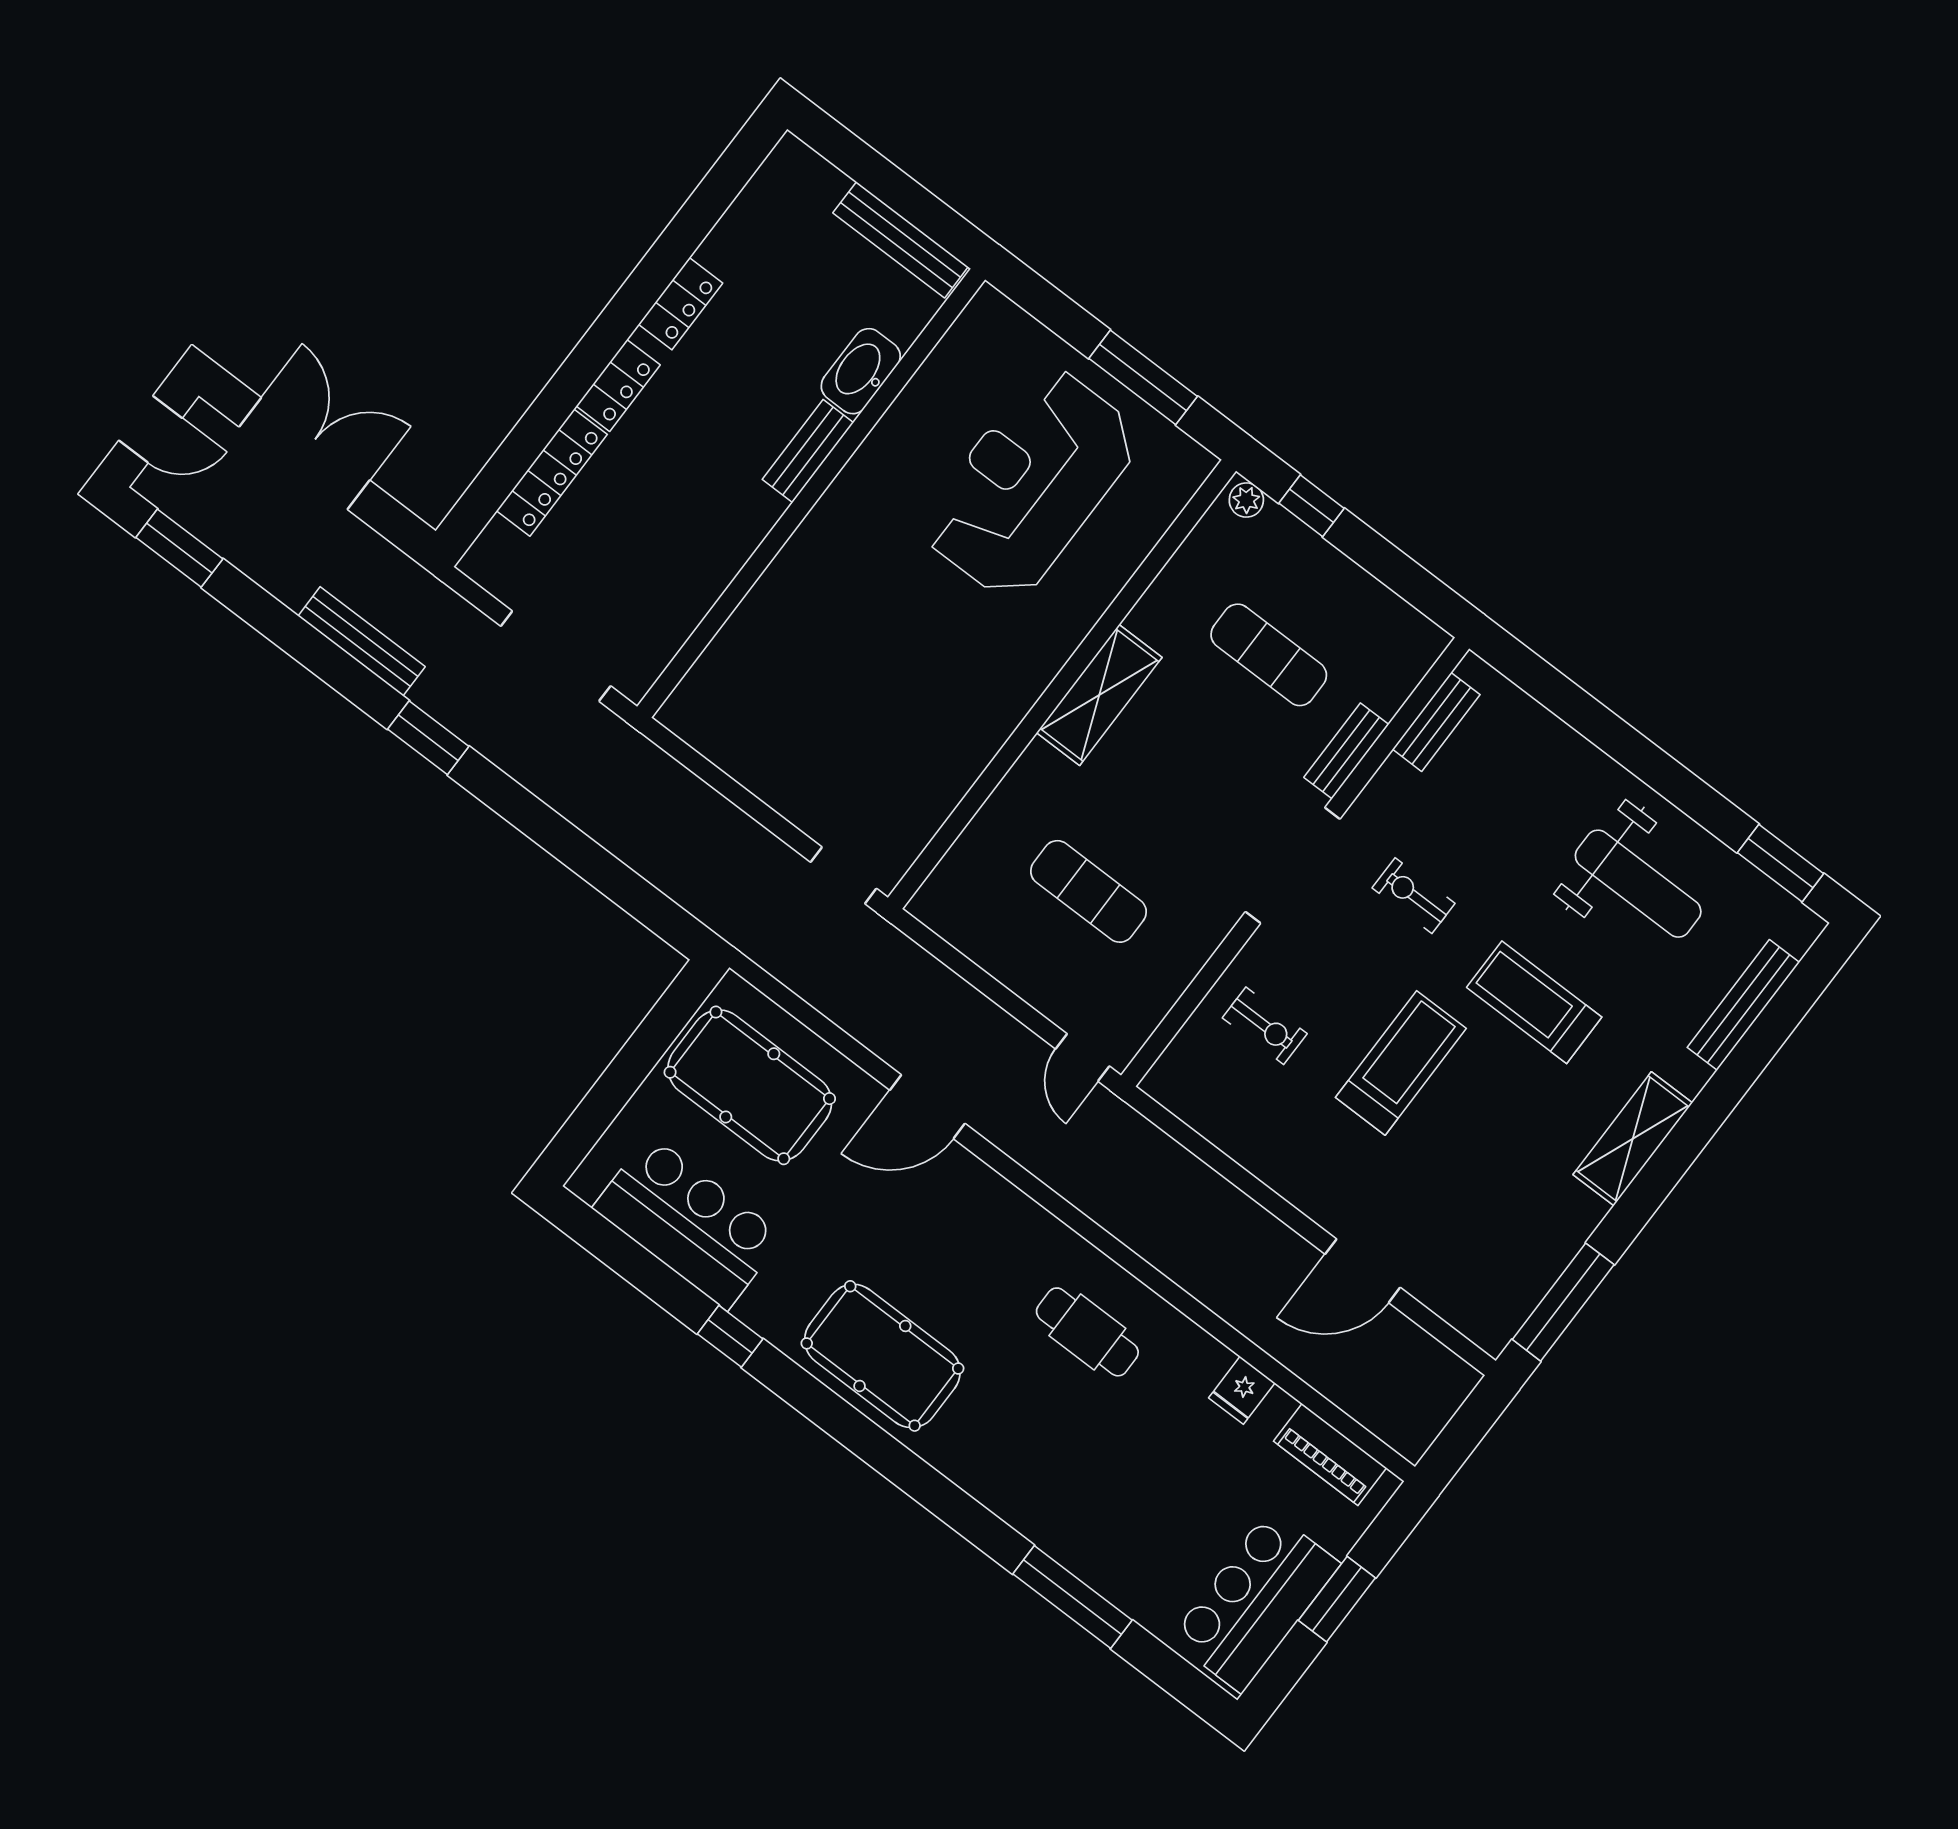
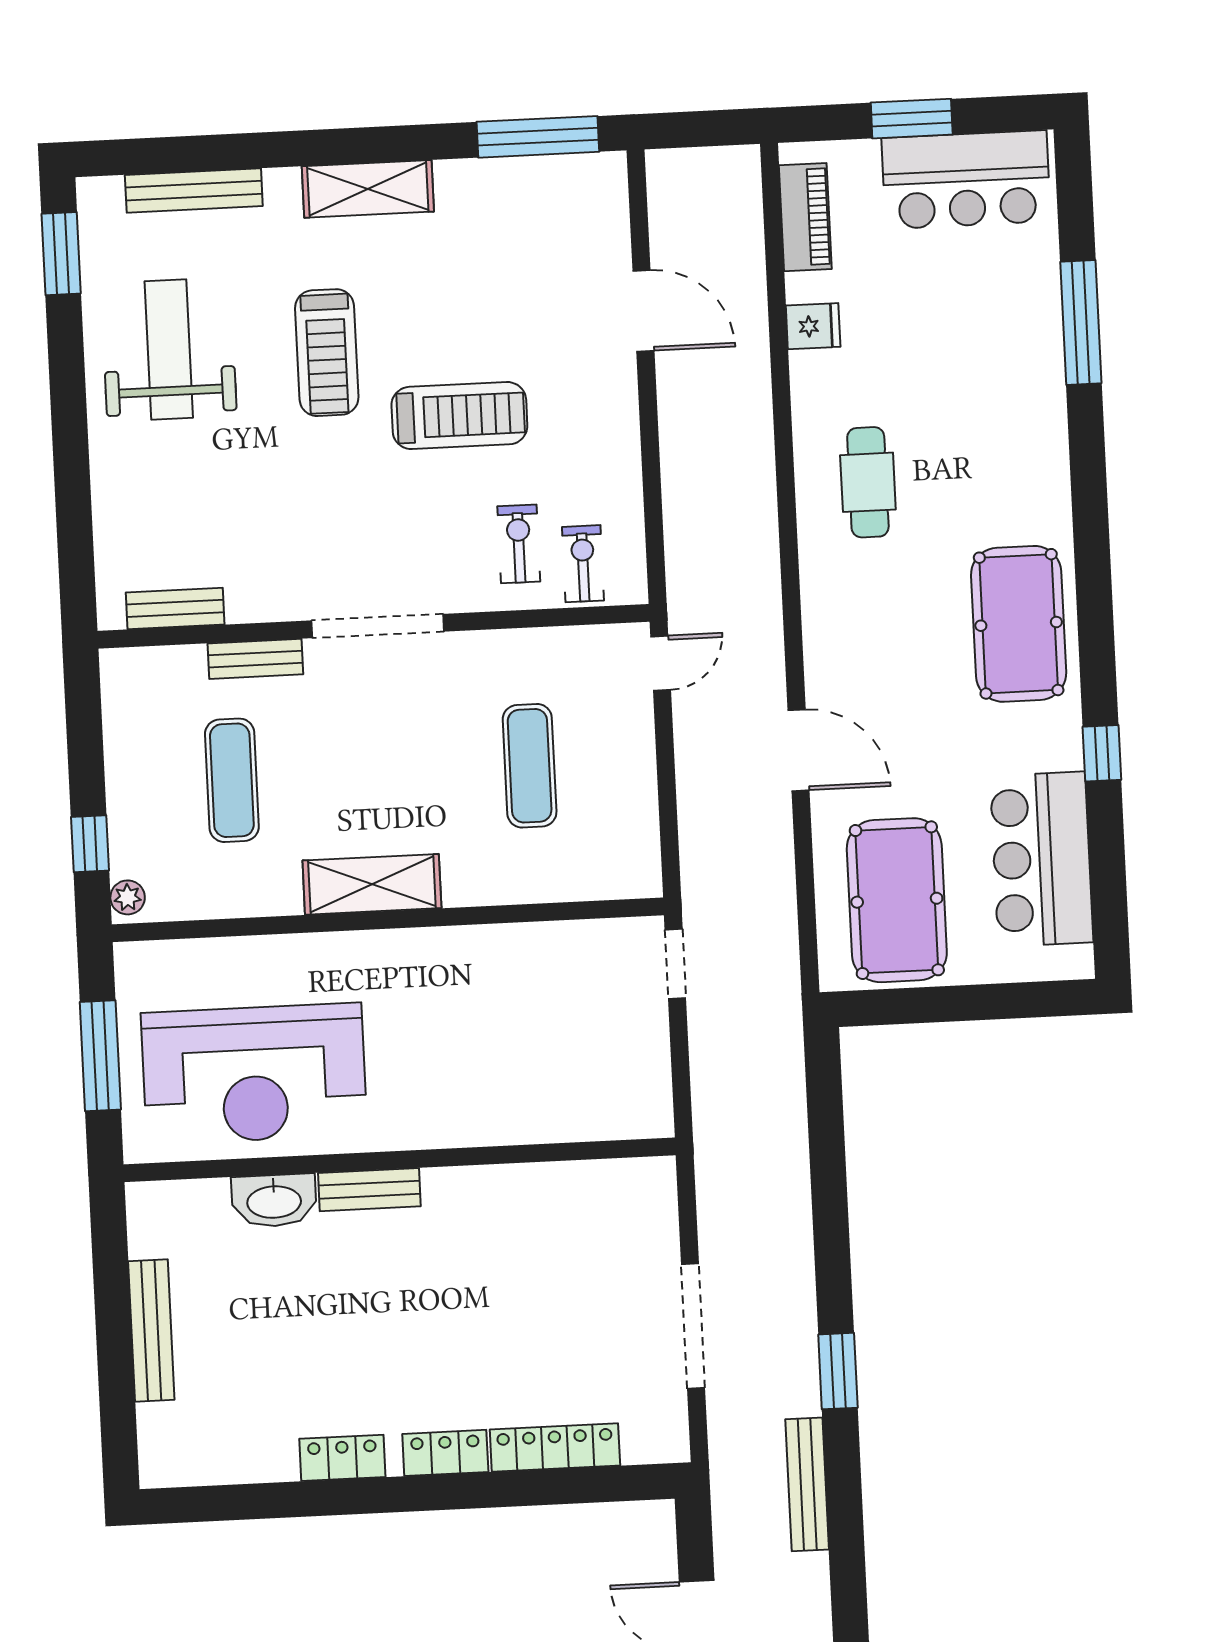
washbasin: (861, 371) -> (274, 1201), moved
bench: (808, 451) -> (369, 1190), moved
wall: (811, 493) -> (400, 1160), moved
exercise bike: (1414, 896) -> (583, 564), moved, turned 180
treadmill: (1401, 1063) -> (459, 416), turned 180

